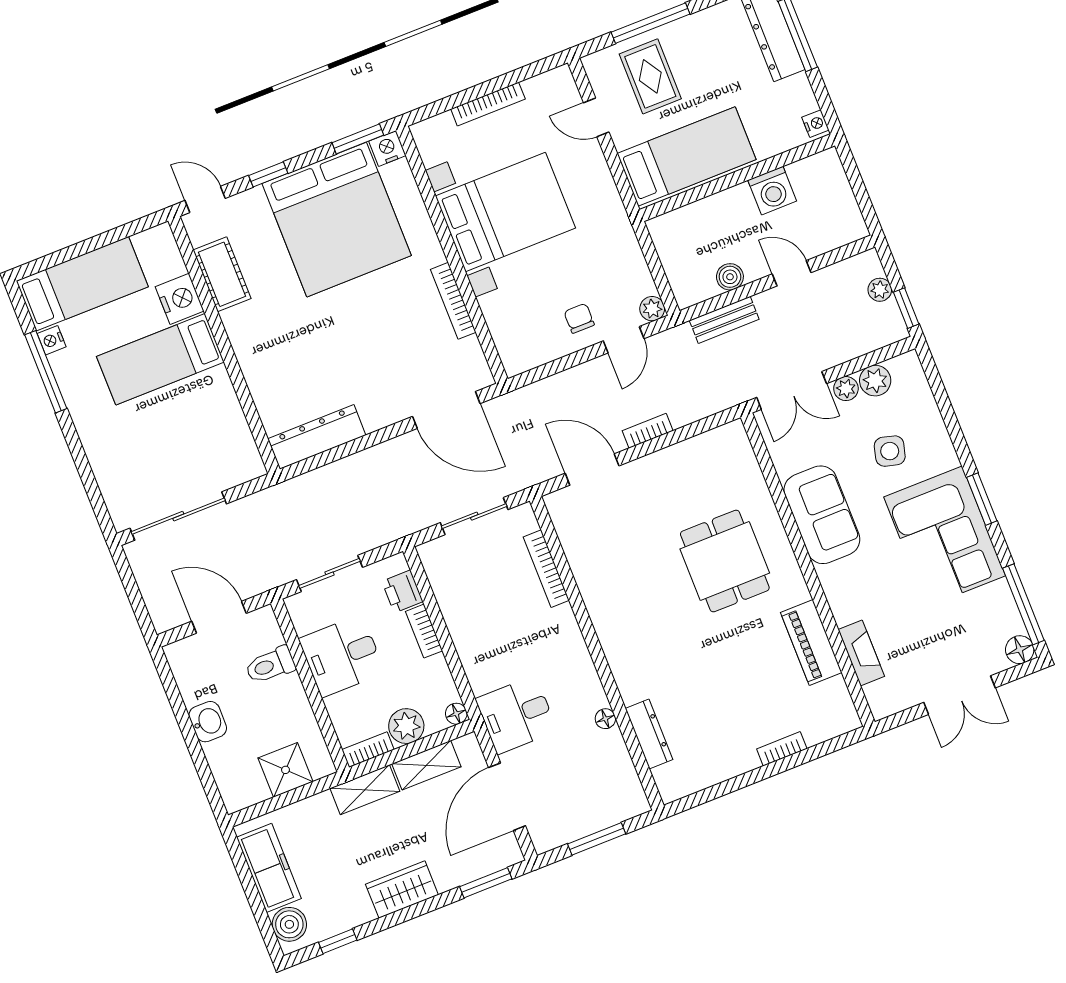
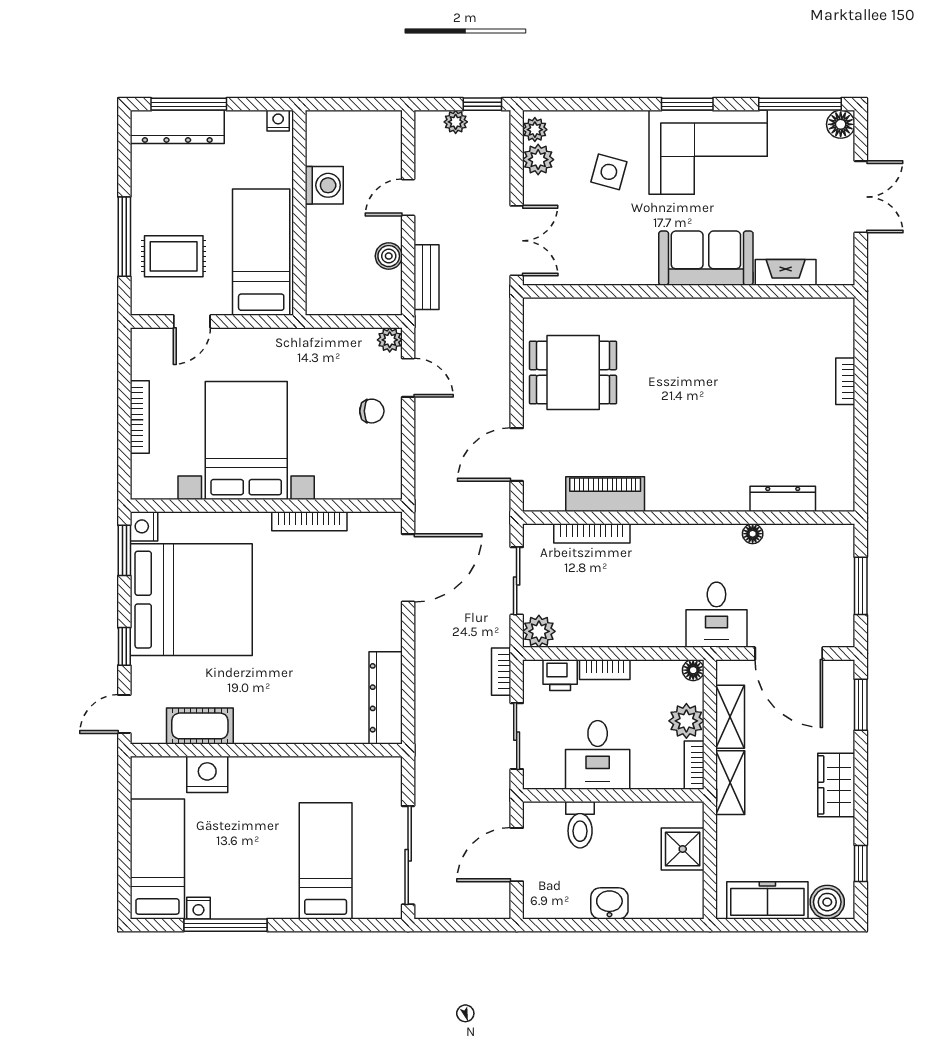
chair: (579, 318) -> (372, 411), turned 180
bed: (160, 359) -> (326, 861), moved, turned 180
plant: (846, 389) -> (535, 130), moved
bookcase: (648, 431) -> (501, 672), moved
sofa: (822, 515) -> (706, 258), moved
plant: (435, 555) -> (539, 631), added
dining table: (725, 561) -> (573, 372), moved
piano: (811, 643) -> (605, 494), moved, turned 180

